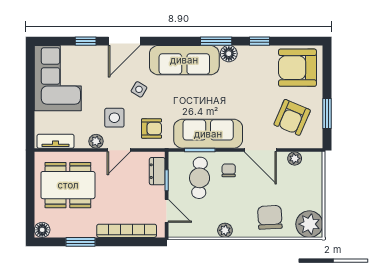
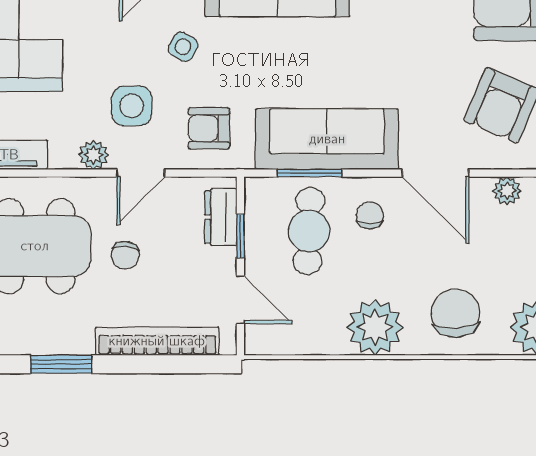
armchair: (152, 128) -> (209, 128), turned 180
chair: (111, 189) -> (125, 255), added
plant: (225, 230) -> (375, 327), width x1.88, depth x1.88

